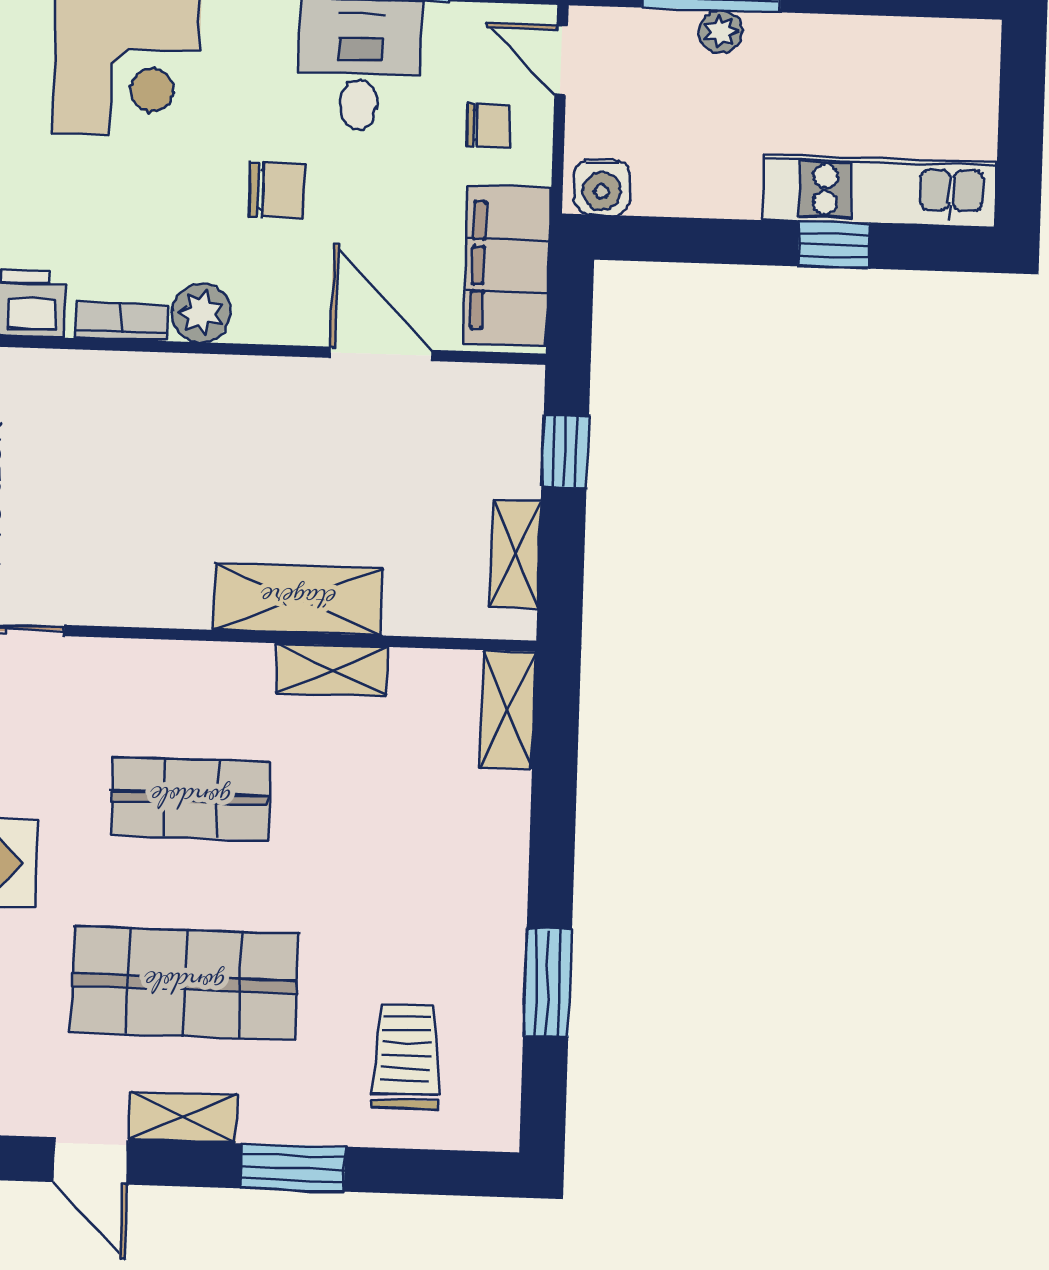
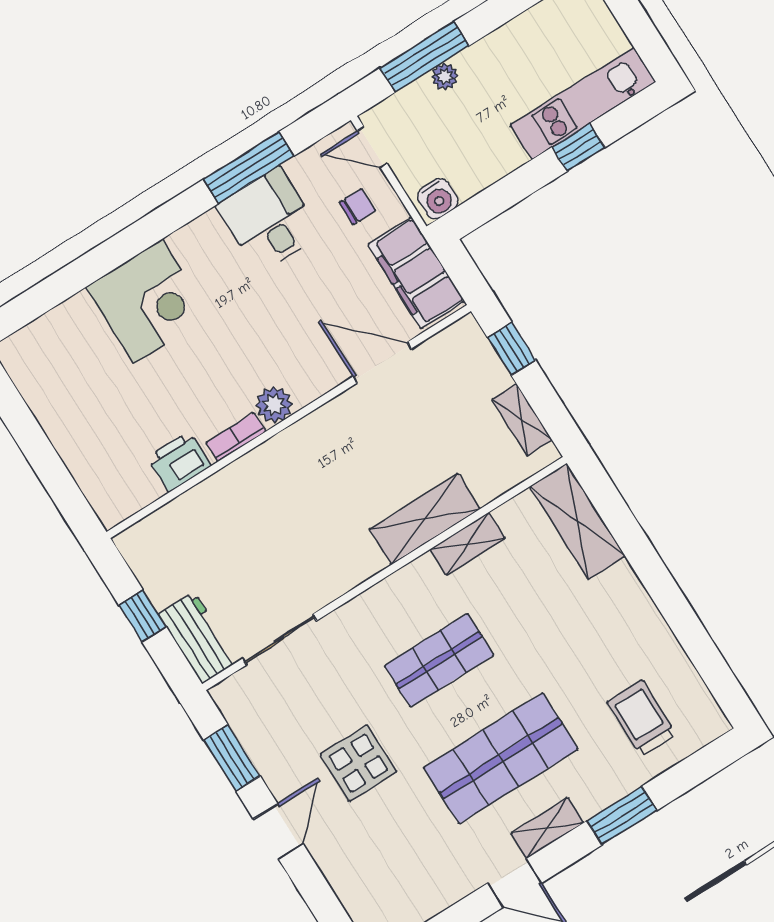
chair: (278, 190) -> (271, 314), removed
shelving: (508, 710) -> (577, 521), width x1.50, depth x1.33
window: (548, 982) -> (689, 630), removed

